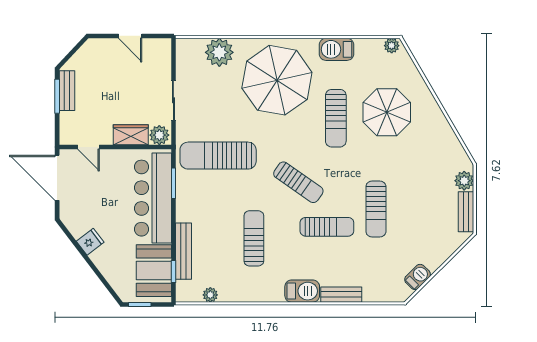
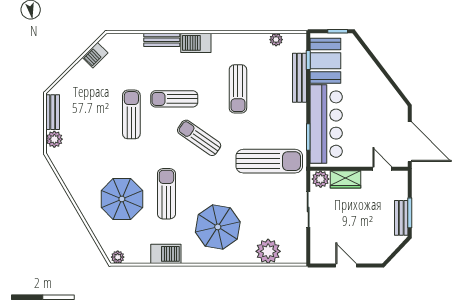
parasol: (277, 80) -> (218, 227), width x0.73, depth x0.73
fridge: (90, 242) -> (381, 86), removed

